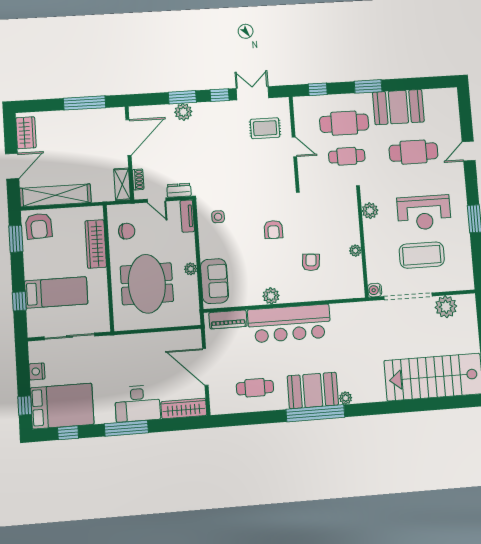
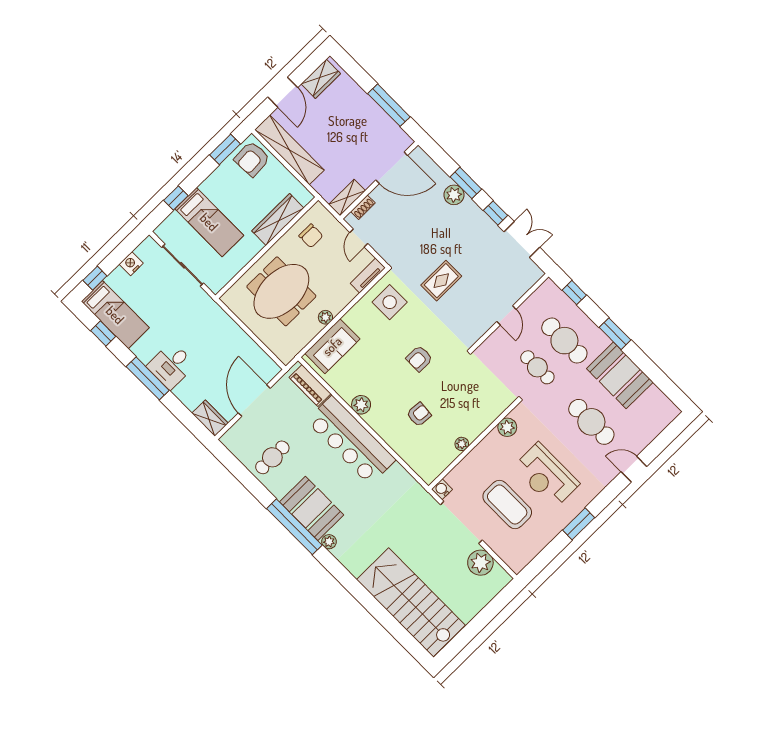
rug: (265, 128) -> (441, 281), moved, turned 90
door: (12, 166) -> (283, 92), hinge flipped
dresser: (179, 190) -> (384, 250), removed
side table: (218, 217) -> (390, 302), width x1.87, depth x1.87
cafe table: (255, 388) -> (272, 457), turned 90
desk: (138, 403) -> (171, 365), width x0.73
bed: (62, 406) -> (115, 315), width x0.67
wardrobe: (184, 409) -> (210, 418), width x0.67

